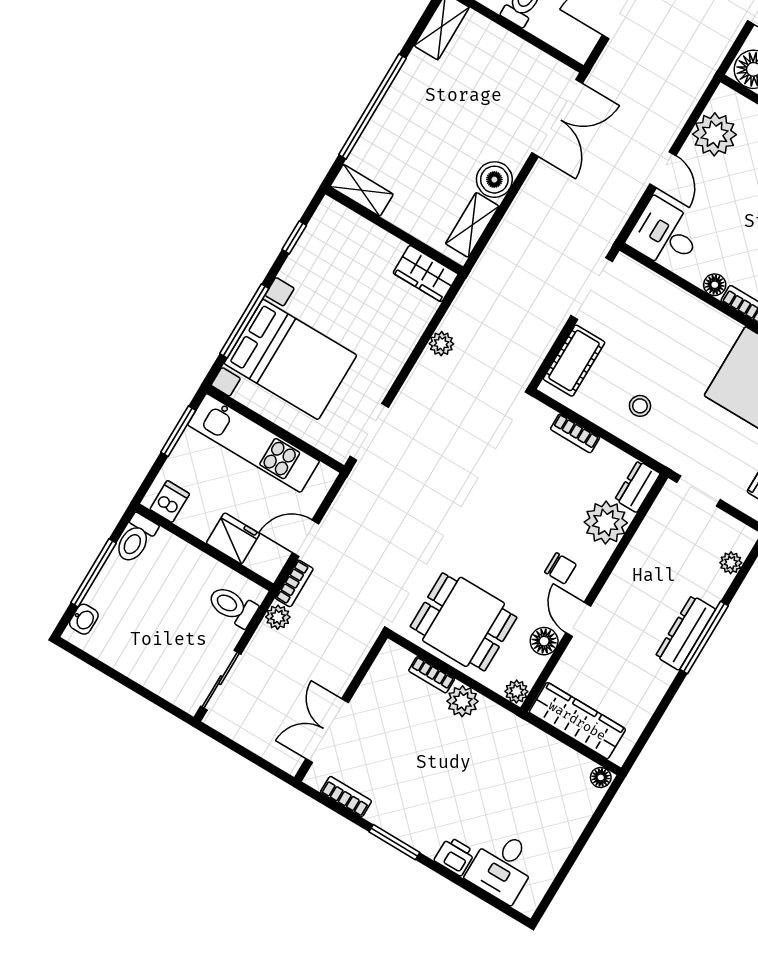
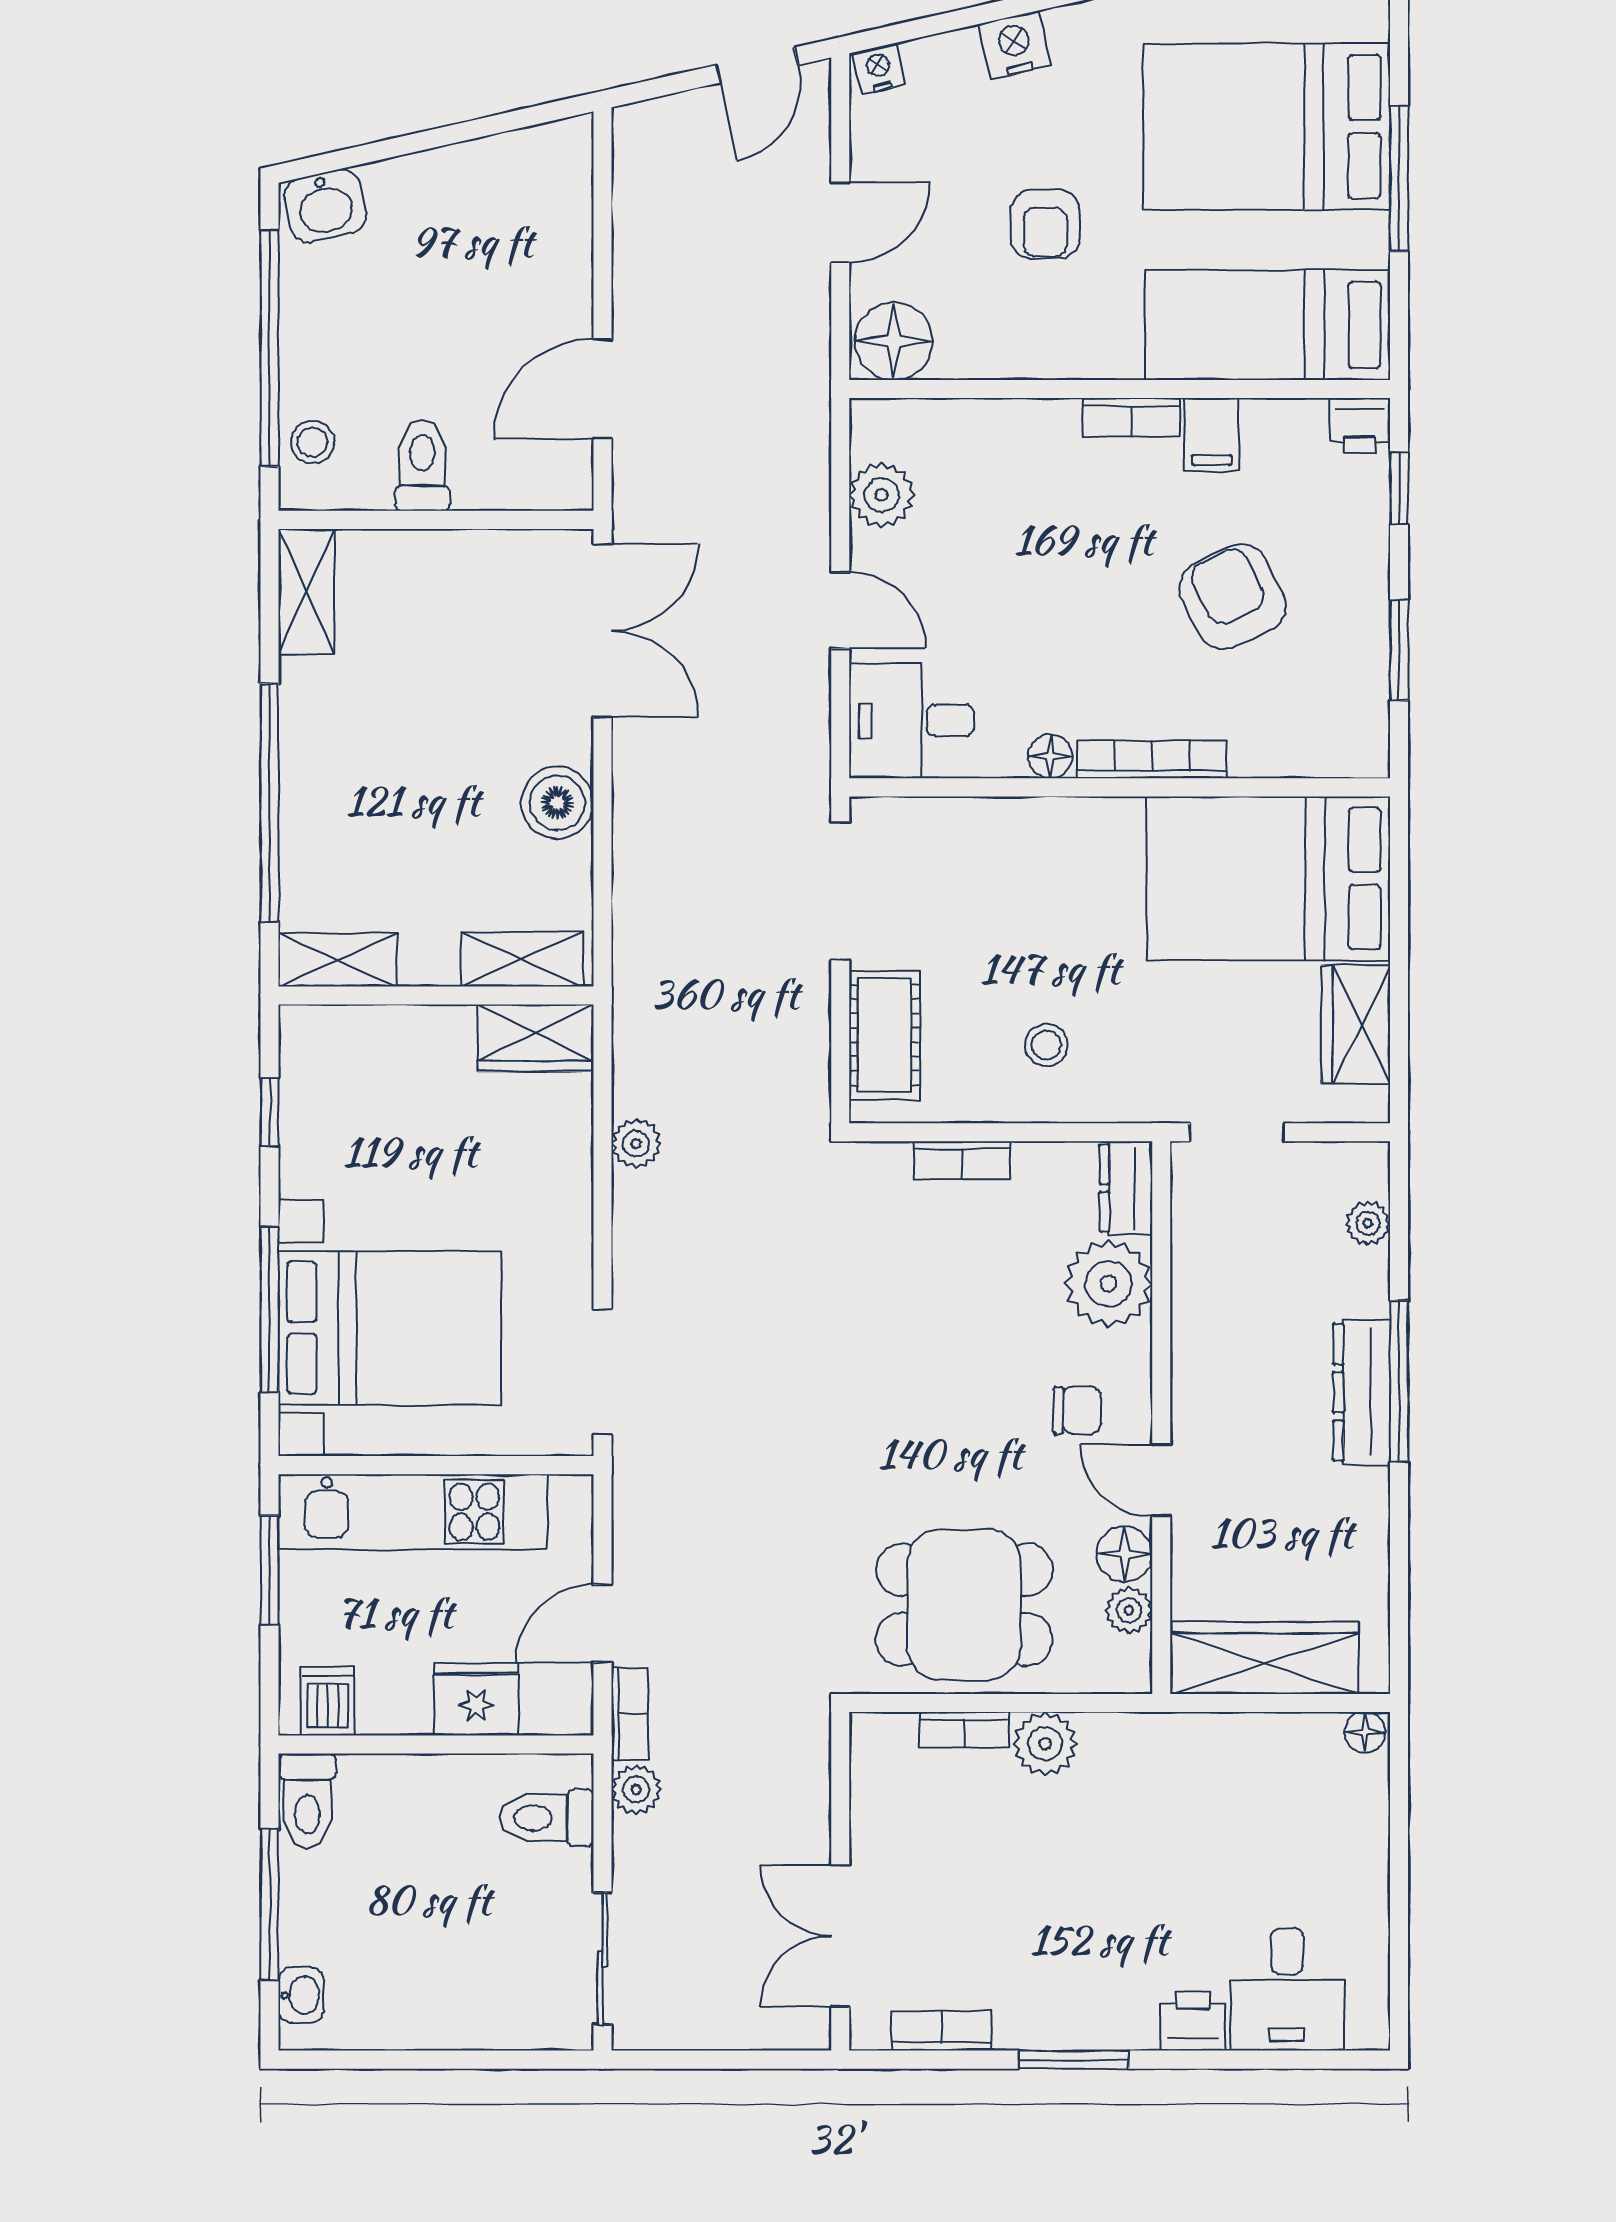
plant: (715, 134) -> (882, 495), width x0.73, depth x0.73
shelving: (472, 225) -> (522, 959), moved, turned 90
plant: (516, 692) -> (1129, 1610), moved

